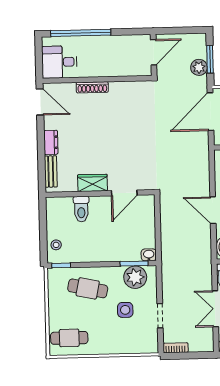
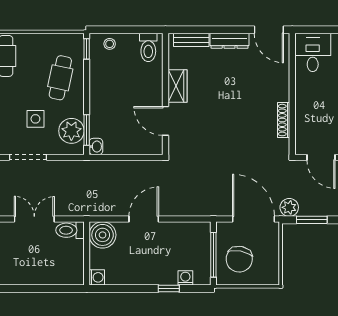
plant: (199, 67) -> (289, 207), moved
shoe rack: (92, 87) -> (284, 120), moved
door: (40, 102) -> (269, 30), hinge flipped
dresser: (51, 142) -> (230, 41), width x1.44
toilet: (81, 209) -> (148, 47), moved, turned -90
doorway: (160, 316) -> (28, 157), width x1.38

